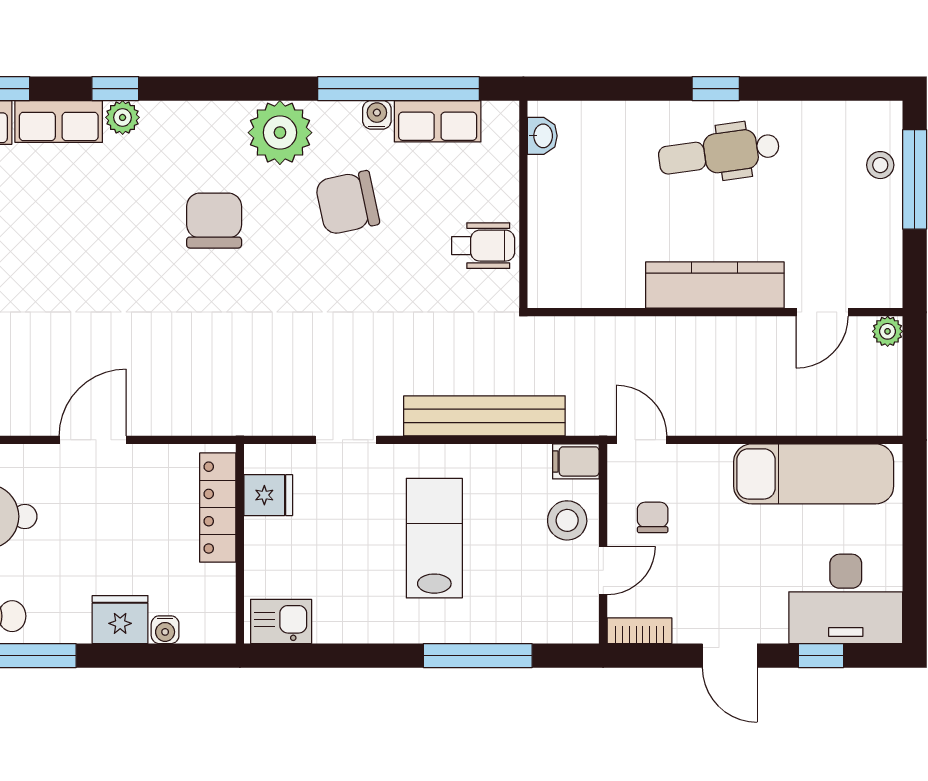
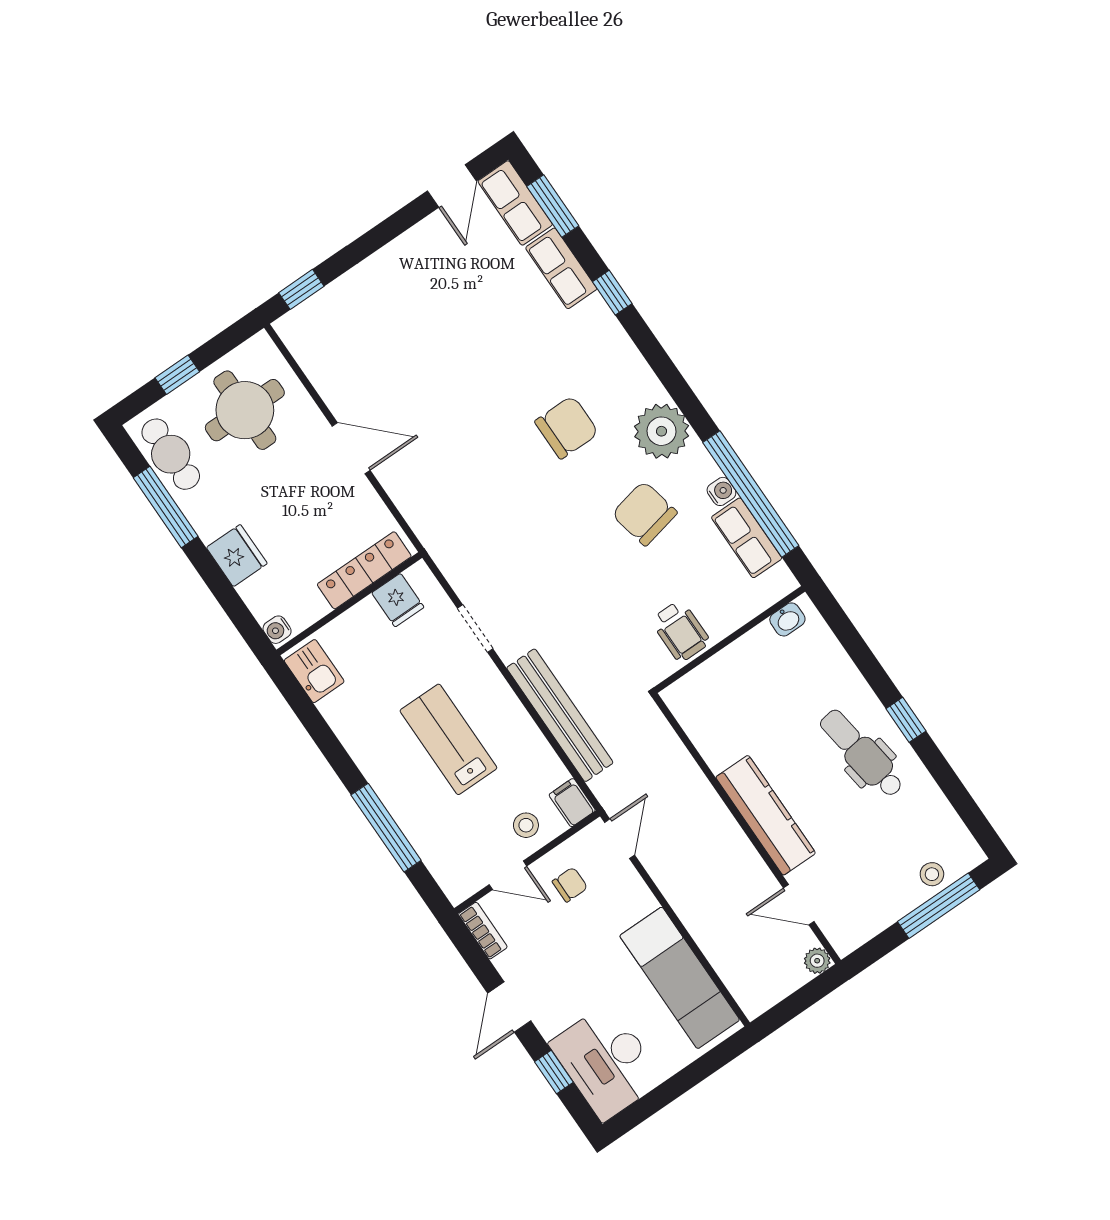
plant: (123, 117) -> (595, 312), removed
stool: (567, 520) -> (526, 825), width x0.73, depth x0.73
lab bench: (434, 538) -> (448, 739), turned -90
water cooler: (165, 630) -> (277, 630), moved

